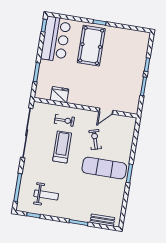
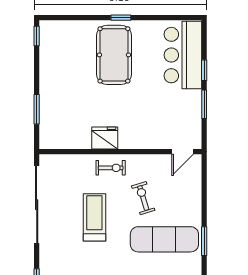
bar counter: (56, 39) -> (183, 55), moved, turned 180
fridge: (59, 95) -> (105, 138), moved
door: (106, 111) -> (183, 152), moved
exercise bike: (64, 120) -> (111, 168), moved

